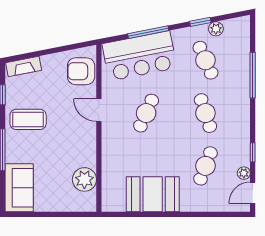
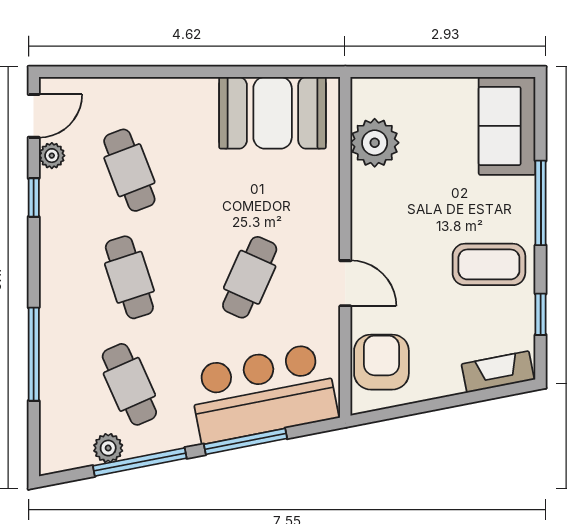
window: (200, 22) -> (140, 462), width x2.17
armchair: (81, 71) -> (381, 362), turned -90
cafe table: (205, 166) -> (129, 170), turned -42
booth: (153, 194) -> (273, 113), moved

